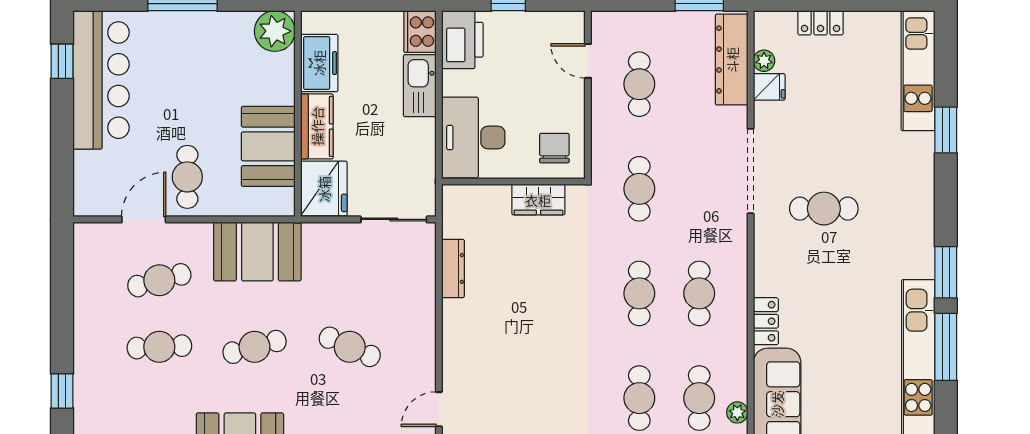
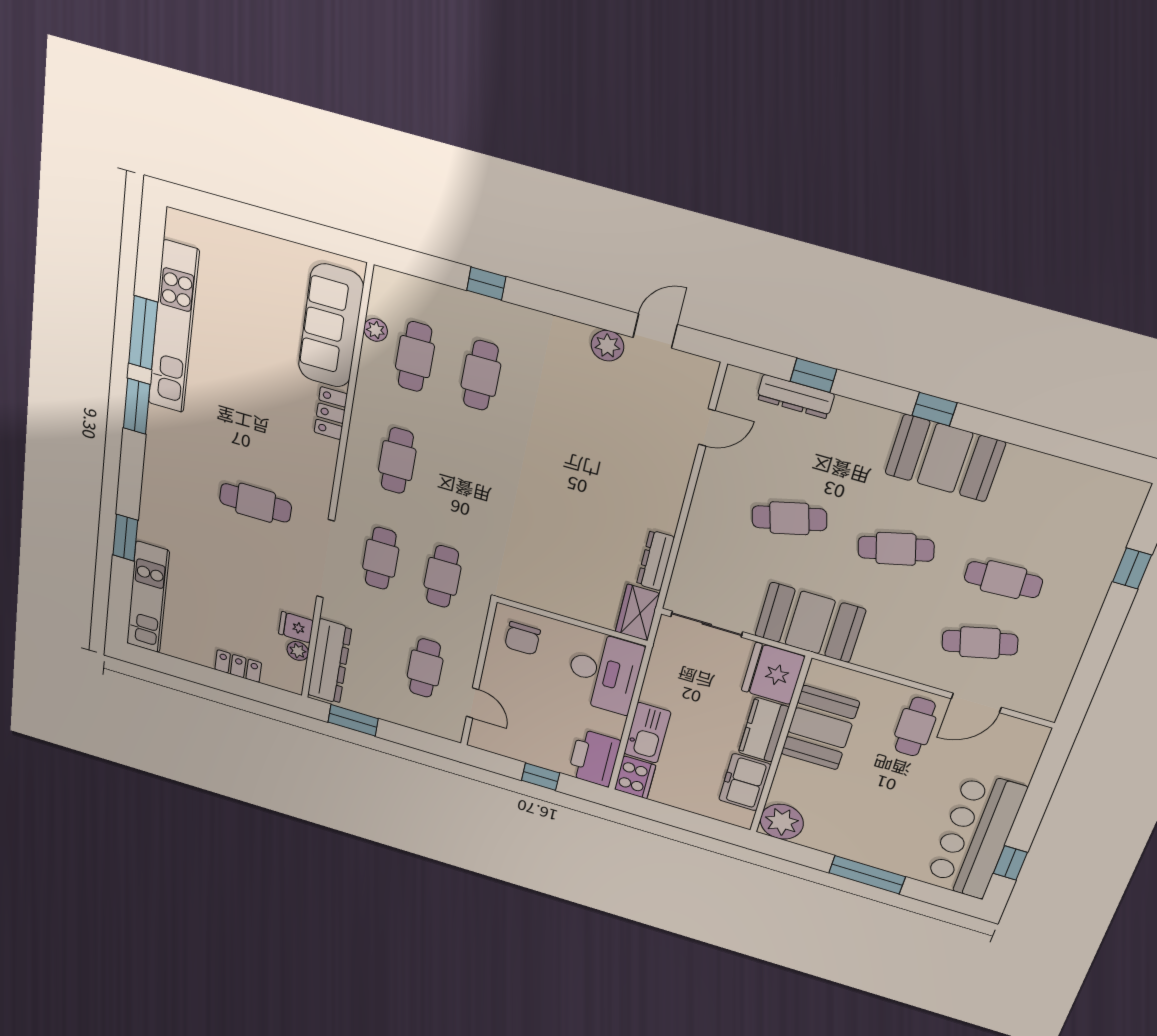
wardrobe: (538, 200) -> (638, 613), moved, turned -90
booth: (257, 252) -> (810, 623), moved
cafe table: (639, 293) -> (381, 558), moved
cafe table: (350, 347) -> (789, 518), turned -39

